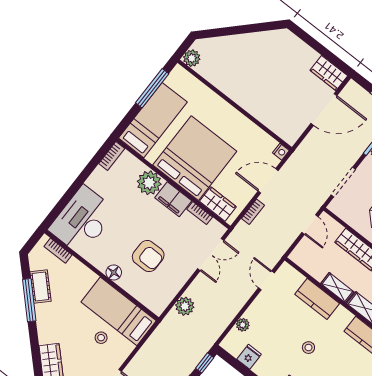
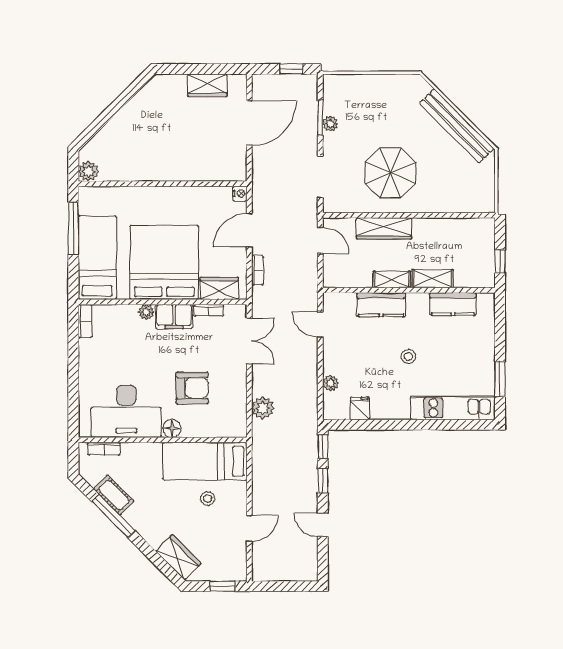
wardrobe: (329, 73) -> (207, 85), moved
plant: (149, 183) -> (146, 312), width x0.53, depth x0.53
desk: (82, 220) -> (126, 411), moved, turned -90

